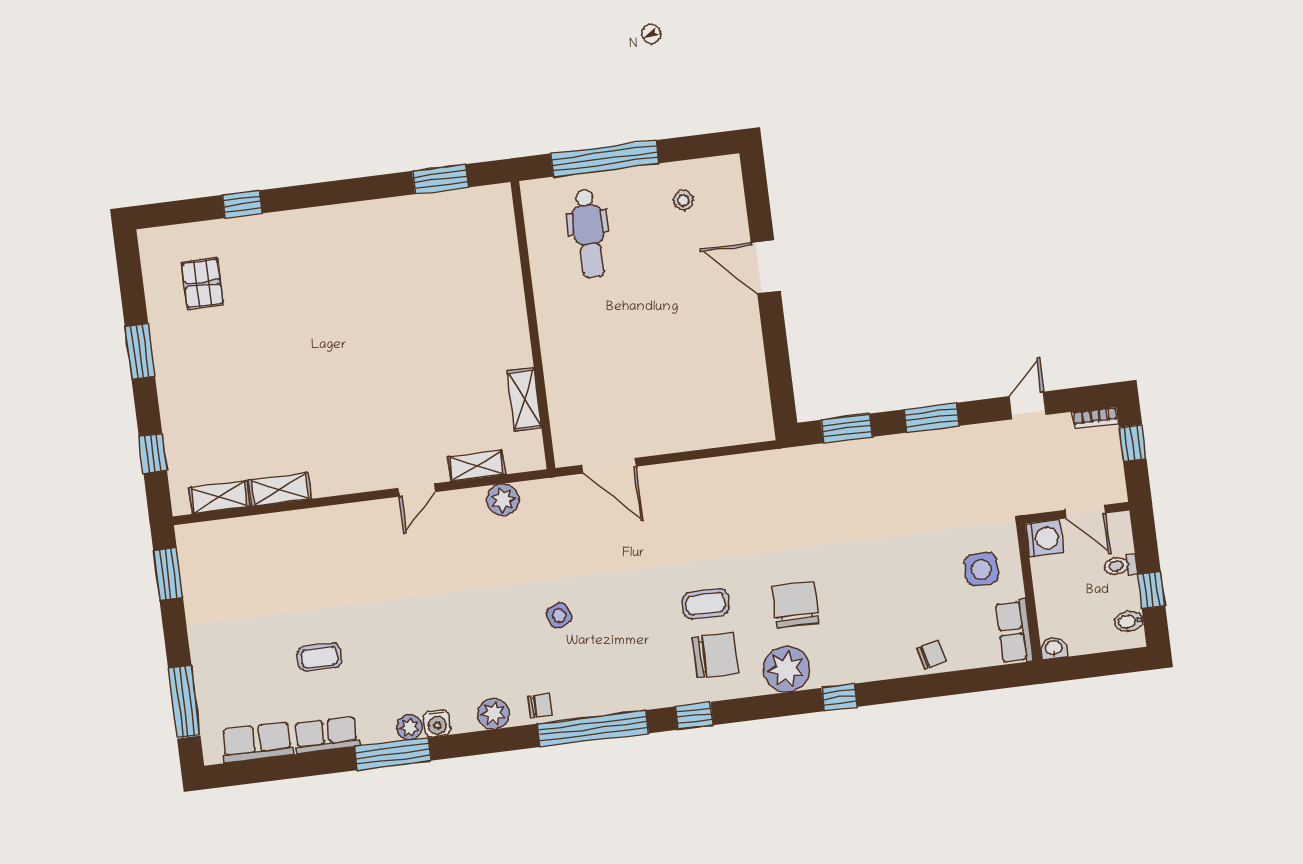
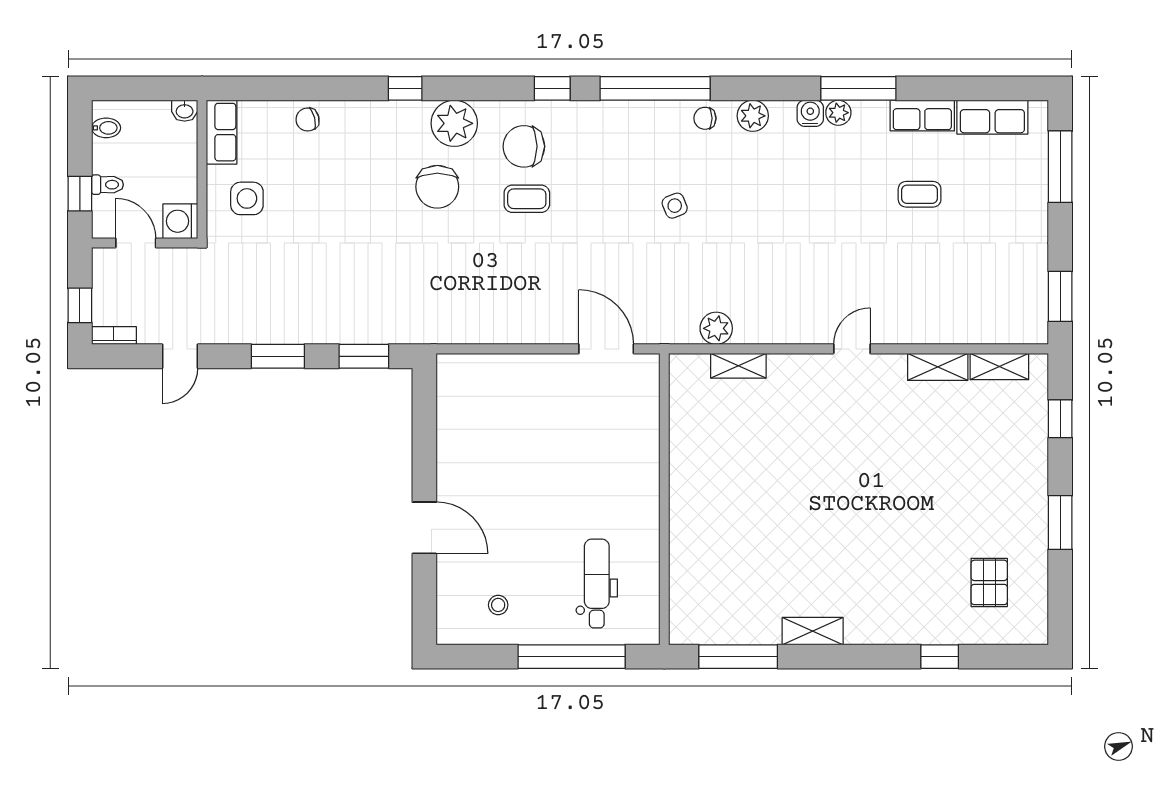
window: (440, 179) -> (738, 657), width x1.44
shelving: (524, 399) -> (813, 631), moved, turned 90
door: (417, 490) -> (852, 349), moved
window: (1151, 590) -> (80, 194), moved

